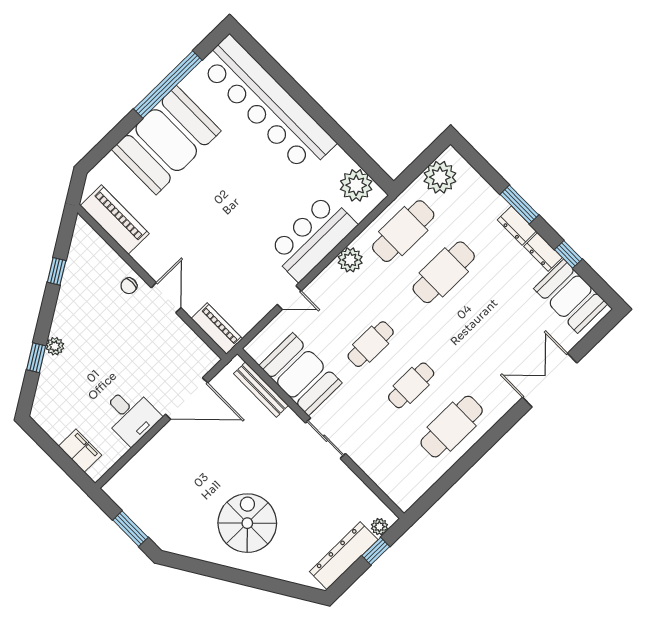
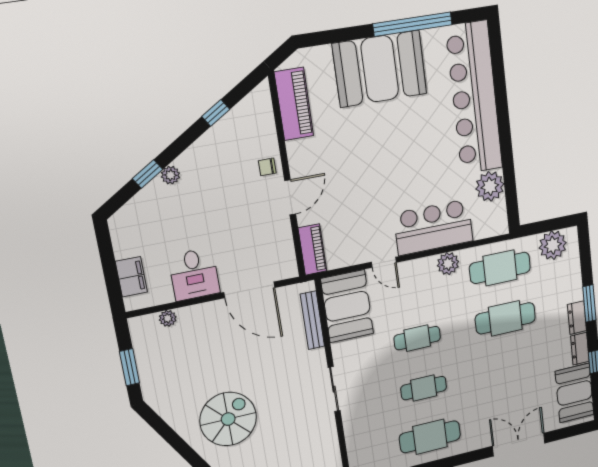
plant: (356, 185) -> (490, 186), moved
booth: (300, 374) -> (347, 306), moved
plant: (134, 467) -> (168, 318), added

